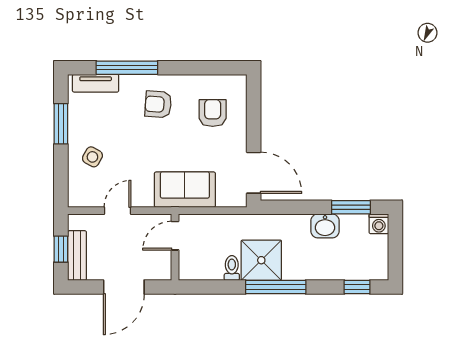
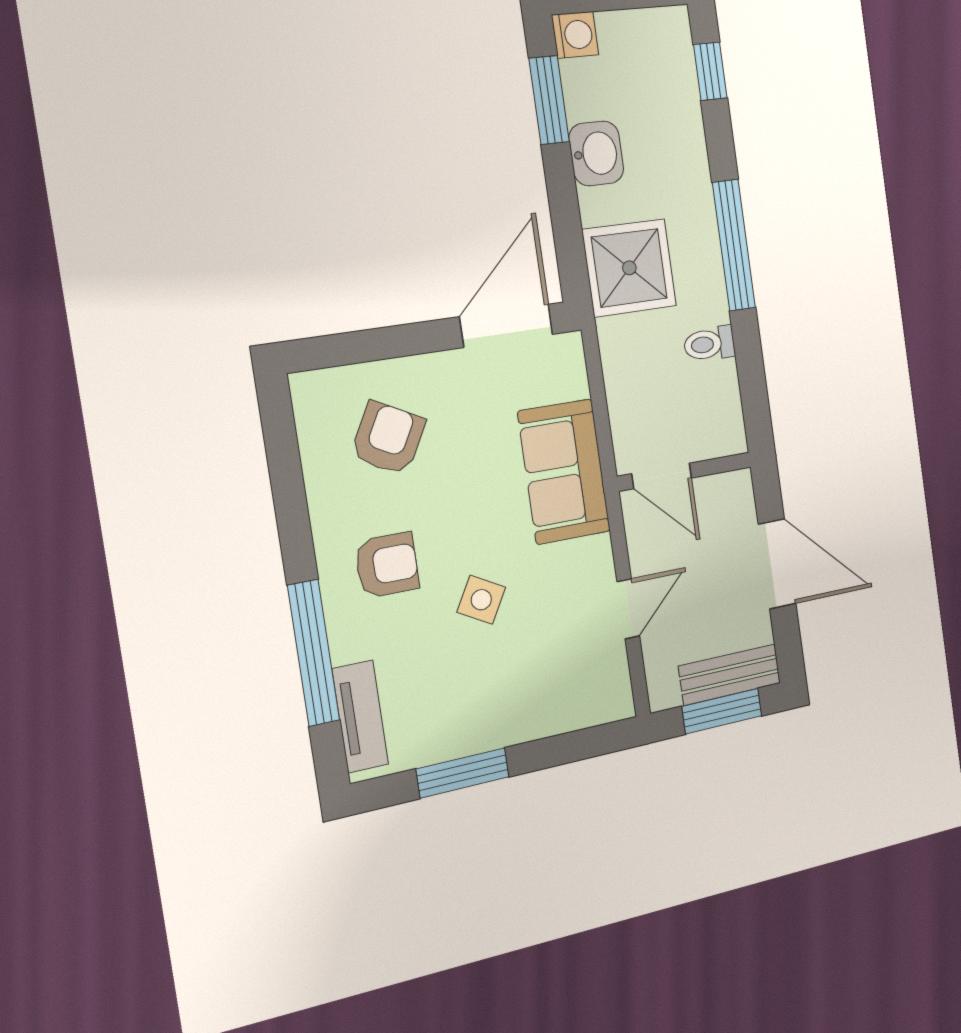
armchair: (158, 104) -> (387, 565), turned -94
armchair: (213, 113) -> (388, 438), turned 118
side table: (92, 157) -> (481, 600), moved
door: (117, 211) -> (628, 609), swing flipped
window: (61, 249) -> (722, 711), width x1.50
shower: (261, 260) -> (629, 268), moved

